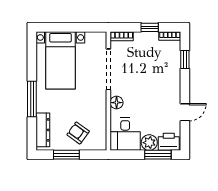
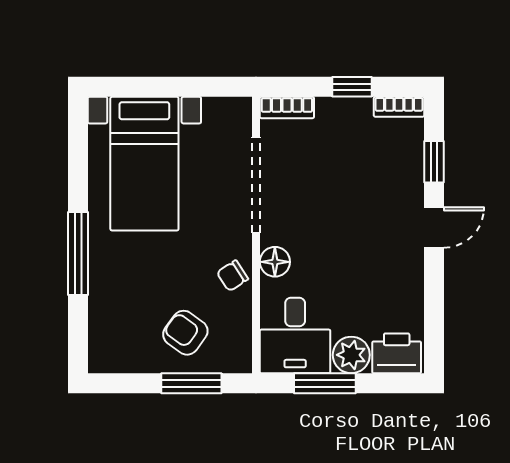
chair: (98, 109) -> (232, 276), added
door: (185, 112) -> (434, 227), moved
dresser: (43, 130) -> (103, 326), removed
window: (66, 155) -> (191, 383), moved
window: (158, 155) -> (325, 383), moved

